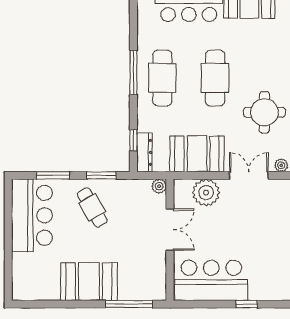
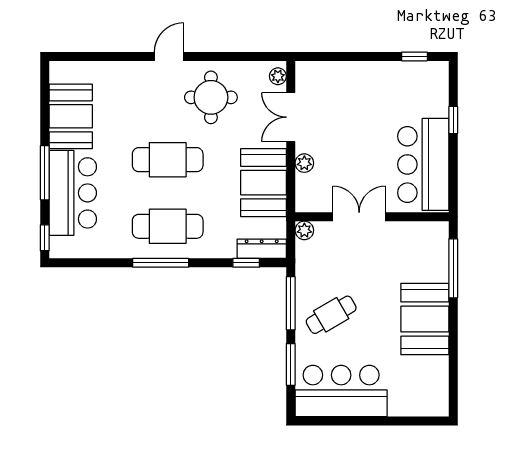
window: (101, 175) -> (291, 303), width x1.44
plant: (206, 193) -> (304, 163), width x0.53, depth x0.53

